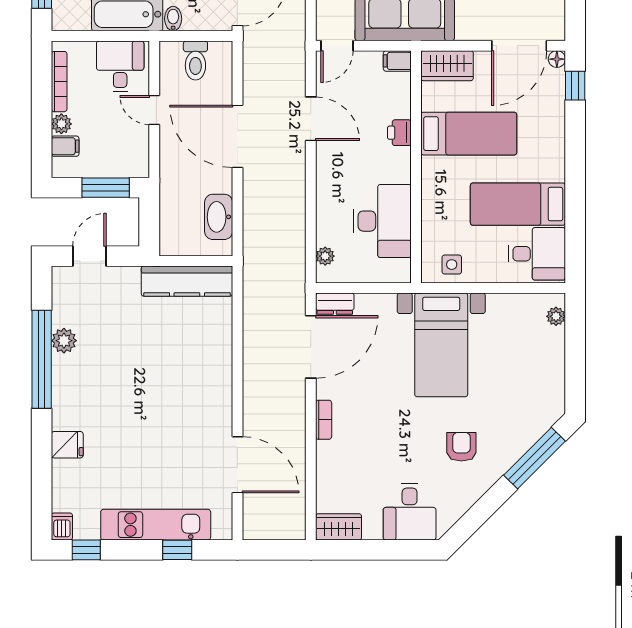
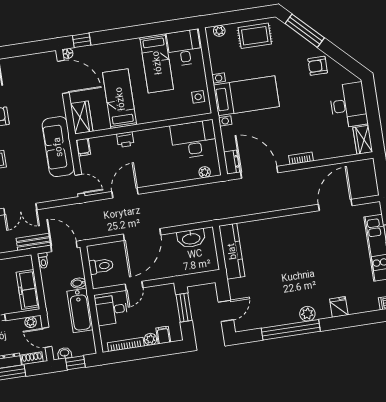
desk: (382, 221) -> (194, 139), moved
door: (89, 256) -> (226, 311), swing flipped
plant: (64, 341) -> (307, 314), moved
rug: (539, 374) -> (255, 36), added
armchair: (461, 447) -> (318, 66), moved
desk: (410, 512) -> (348, 105), width x1.37

